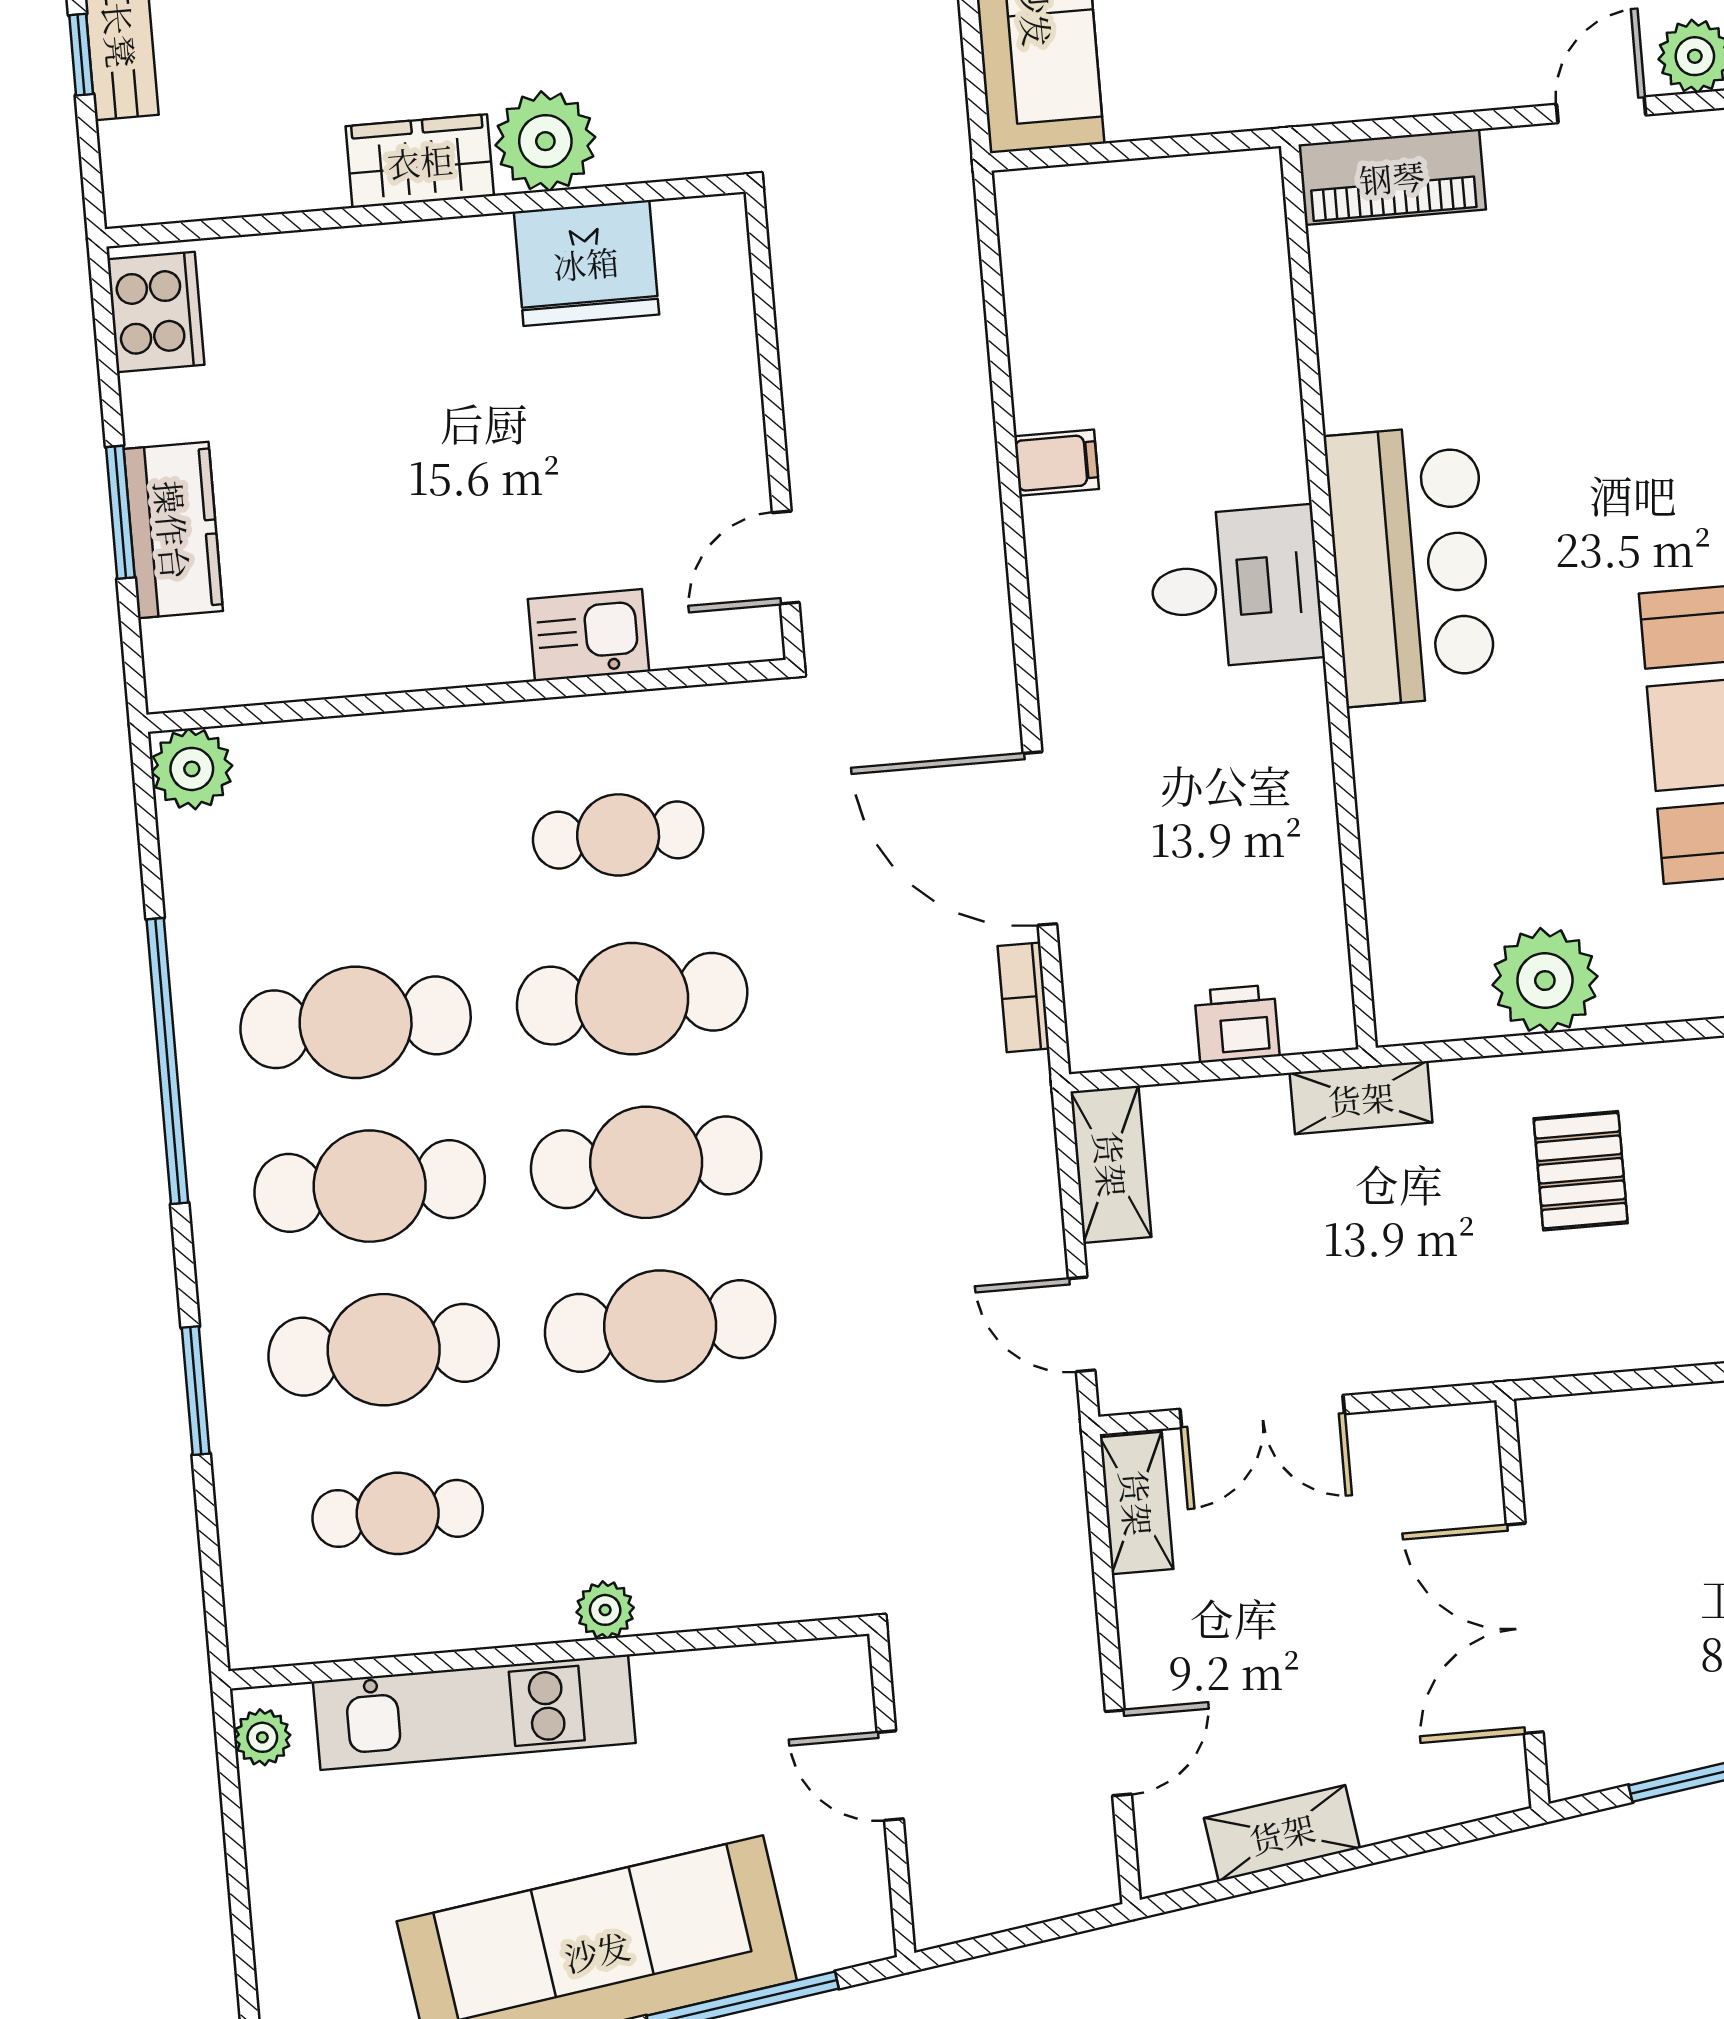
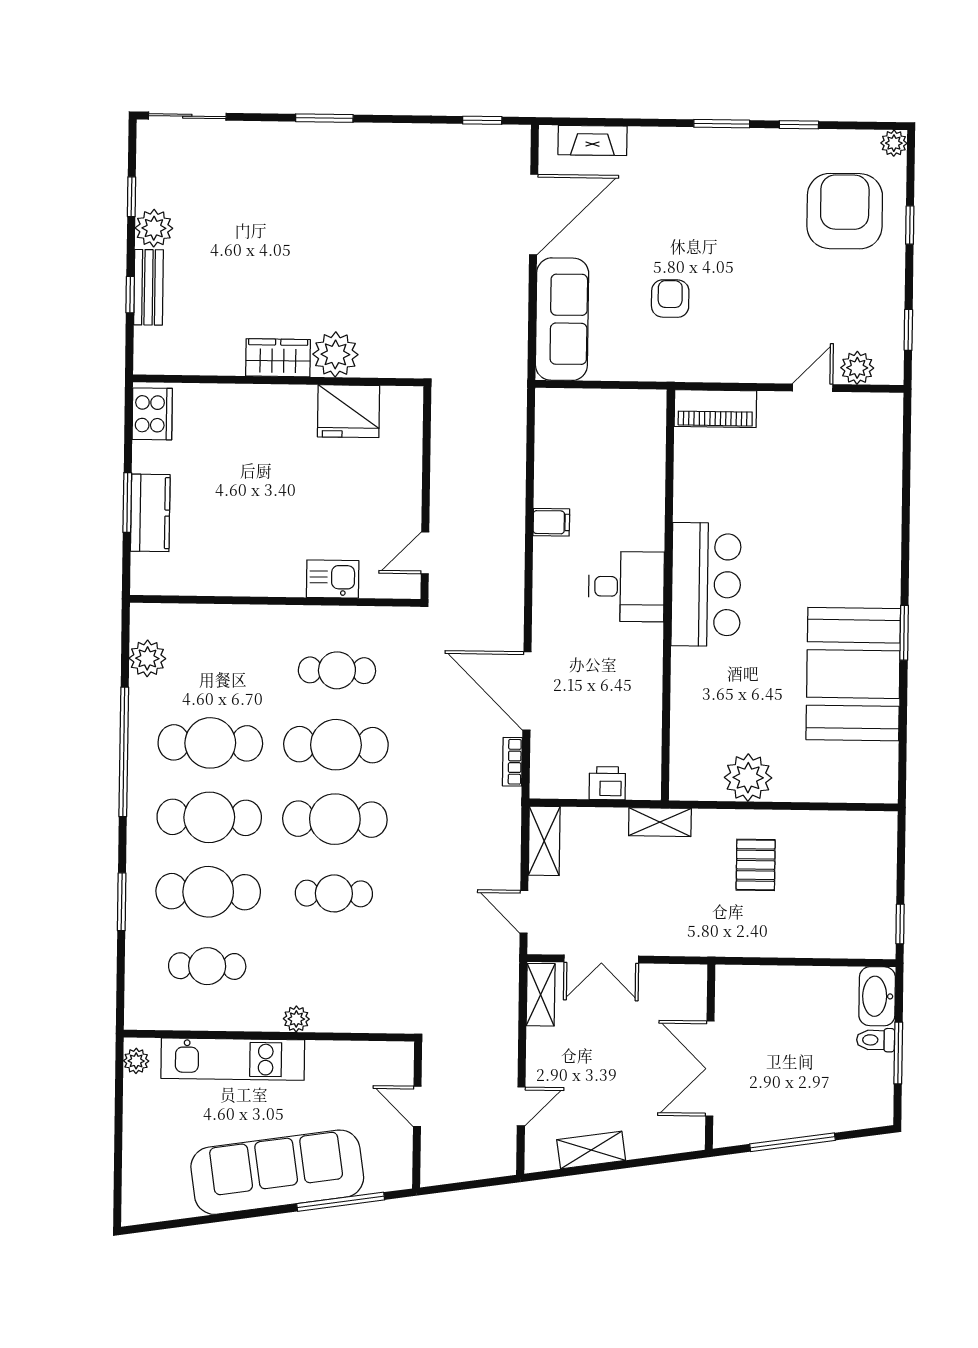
plant: (192, 769) -> (147, 658), moved
cafe table: (660, 1326) -> (334, 893), width x0.73, depth x0.74

